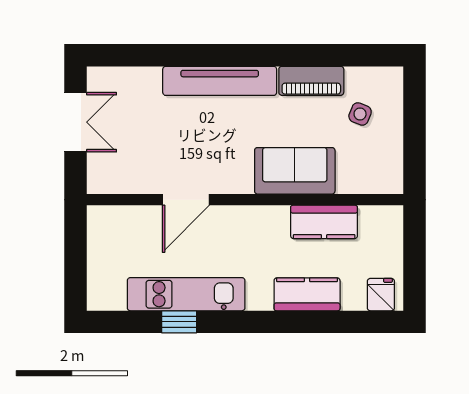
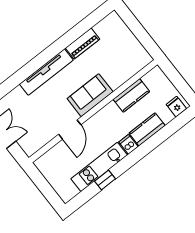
side table: (360, 114) -> (112, 42), removed
sofa: (295, 171) -> (90, 95), moved
dishwasher: (259, 295) -> (128, 144), added

